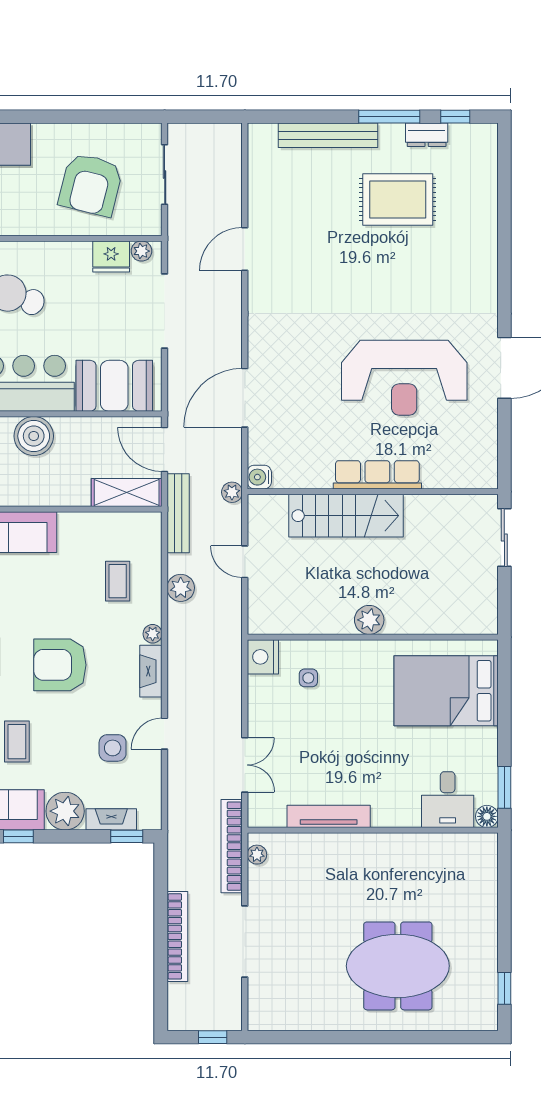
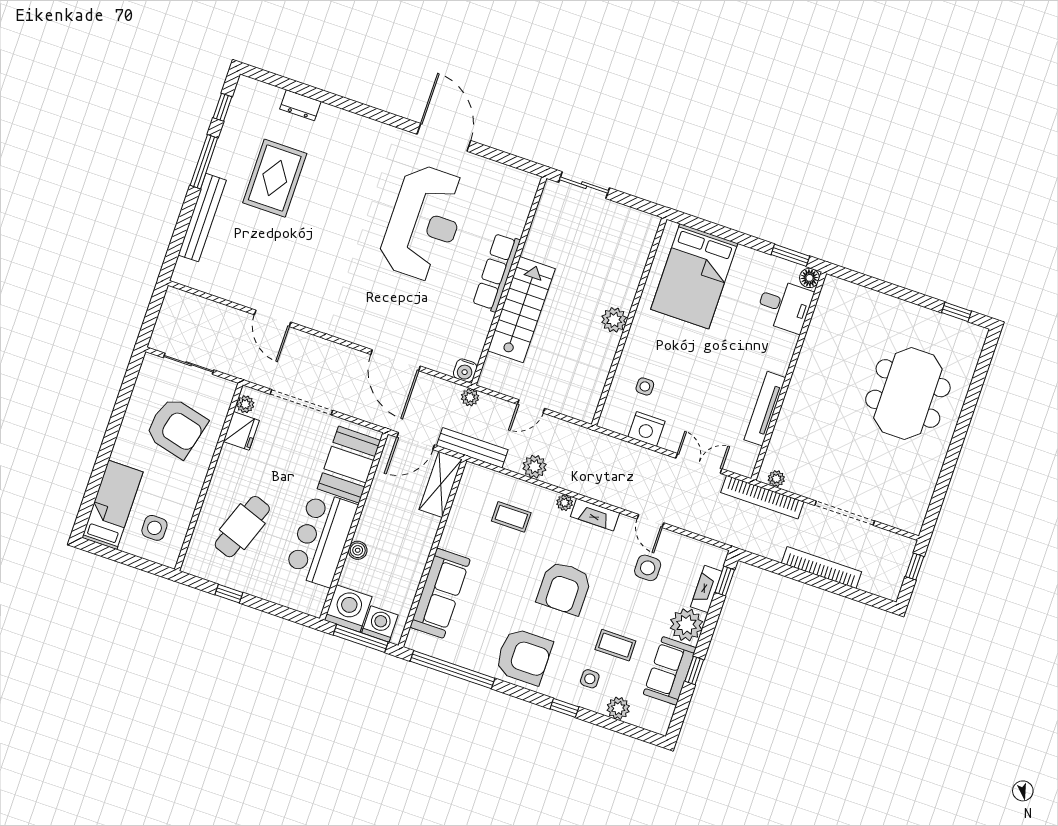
dresser: (427, 135) -> (300, 105), moved, turned 90
boiler: (34, 436) -> (358, 550), width x0.54, depth x0.54
nightstand: (263, 657) -> (646, 429), moved

